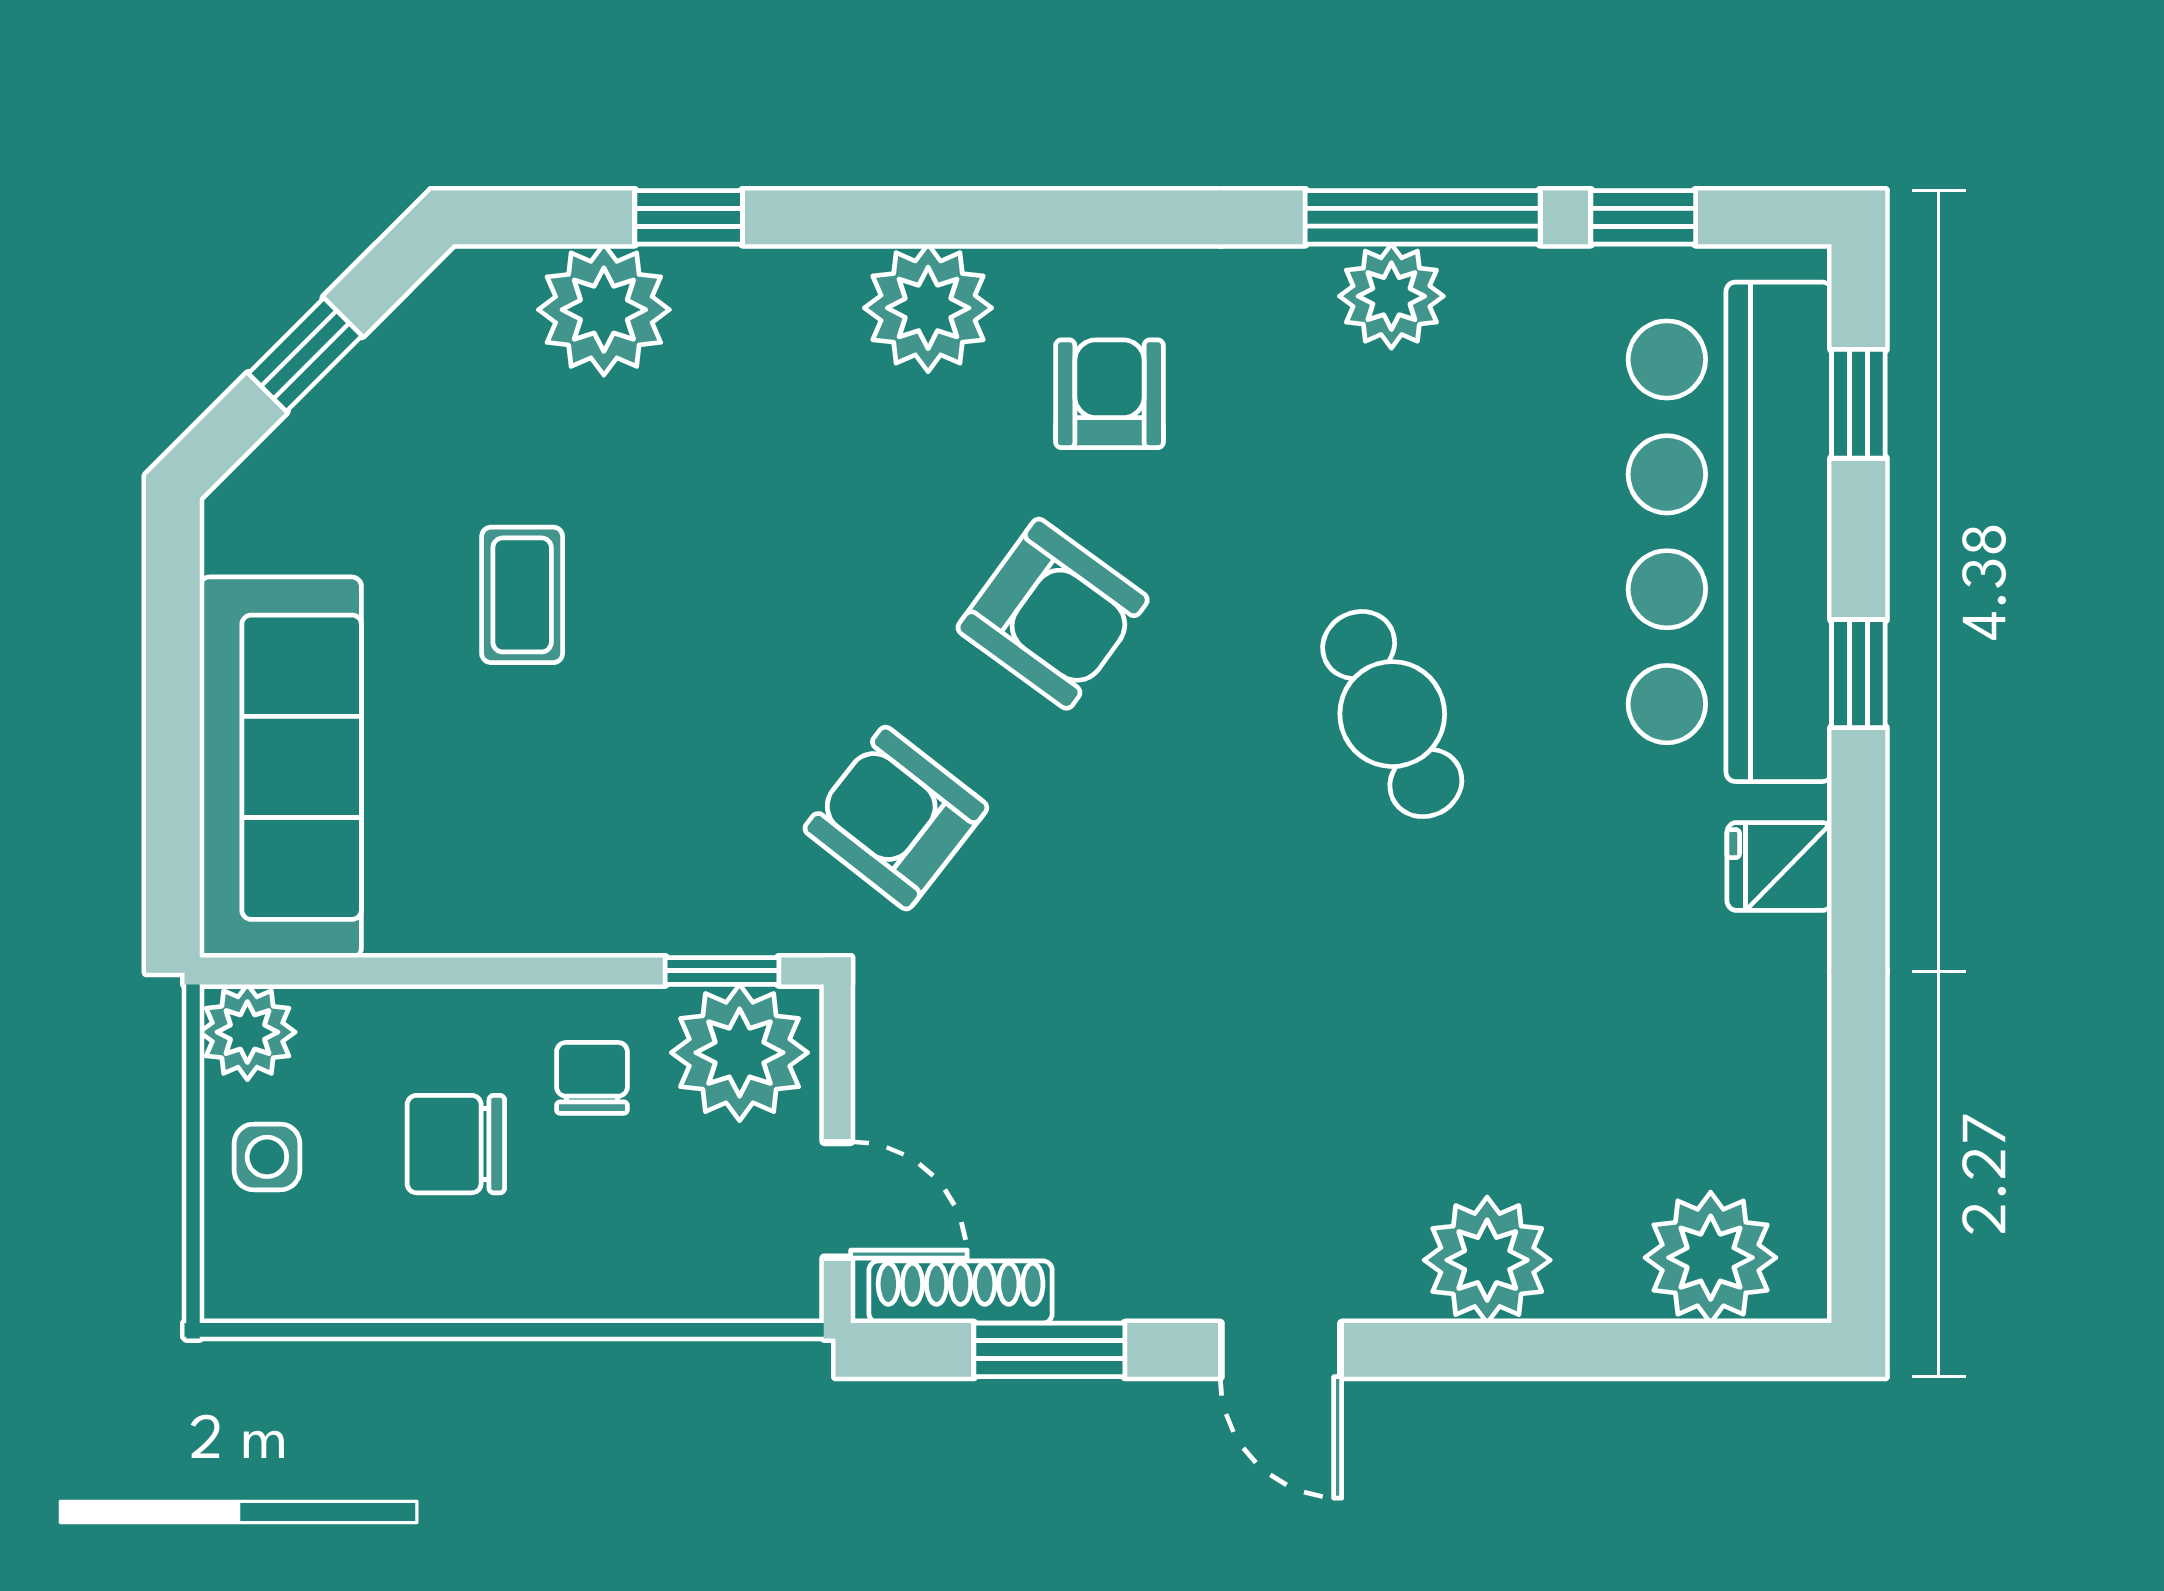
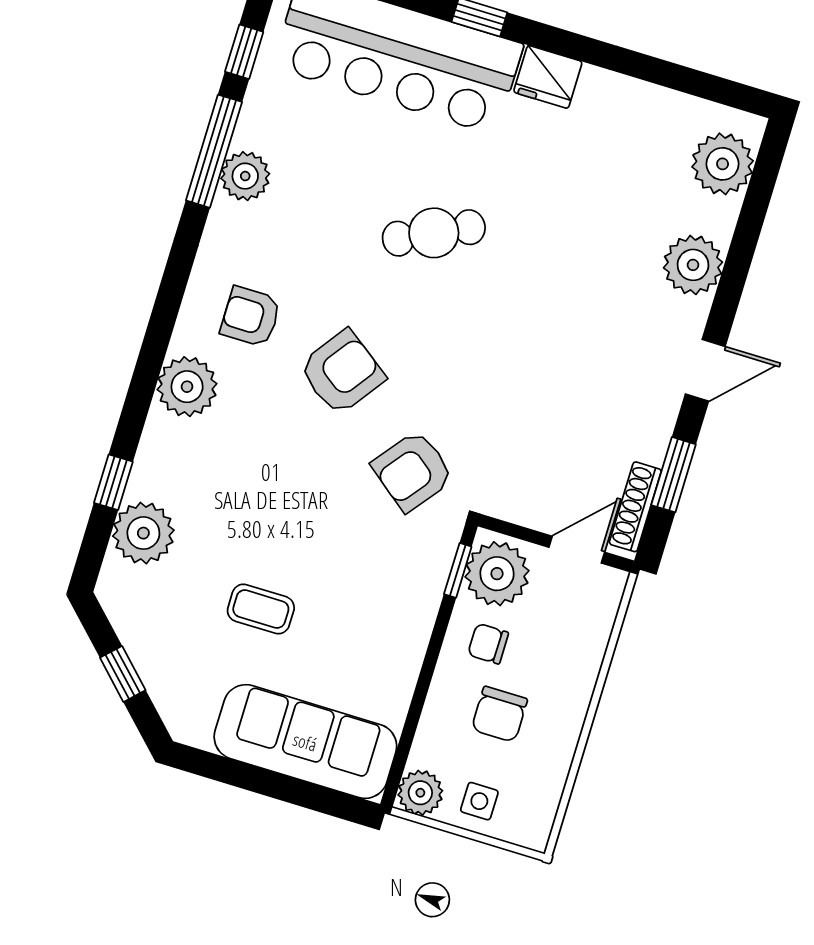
fridge: (1779, 866) -> (548, 77), width x1.38

